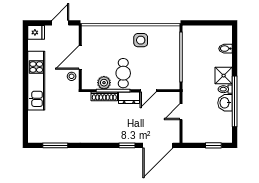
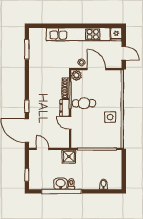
shower: (224, 76) -> (69, 157), moved
kitchen unit: (36, 81) -> (78, 34), width x1.36
plant: (104, 83) -> (76, 75), moved
door: (181, 112) -> (43, 149), moved

